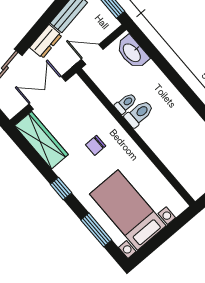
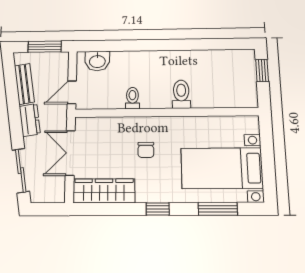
washbasin: (132, 52) -> (97, 61), width x0.72
toilet: (139, 114) -> (181, 94), moved

